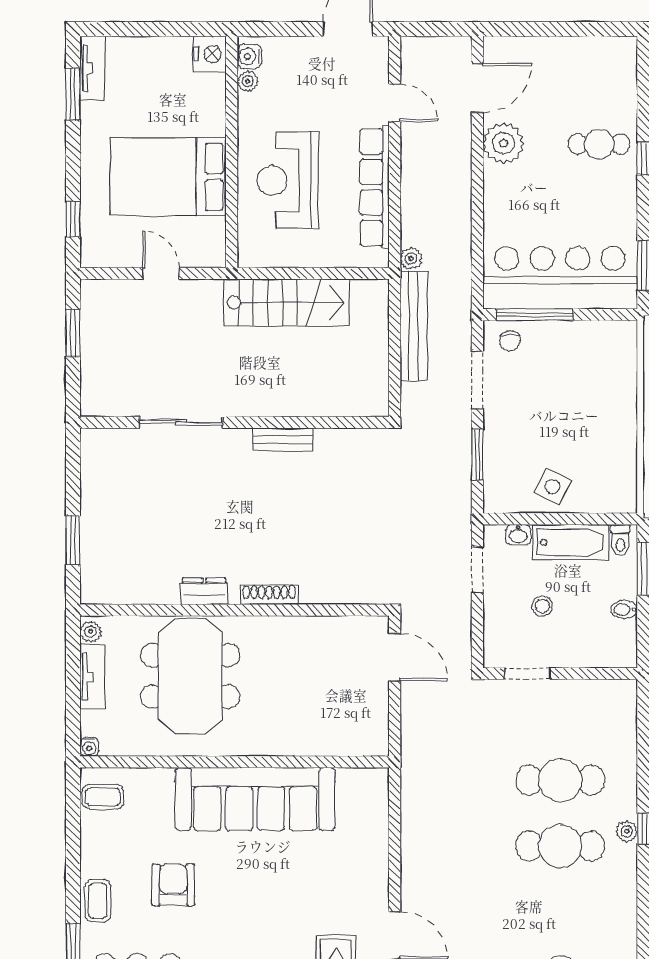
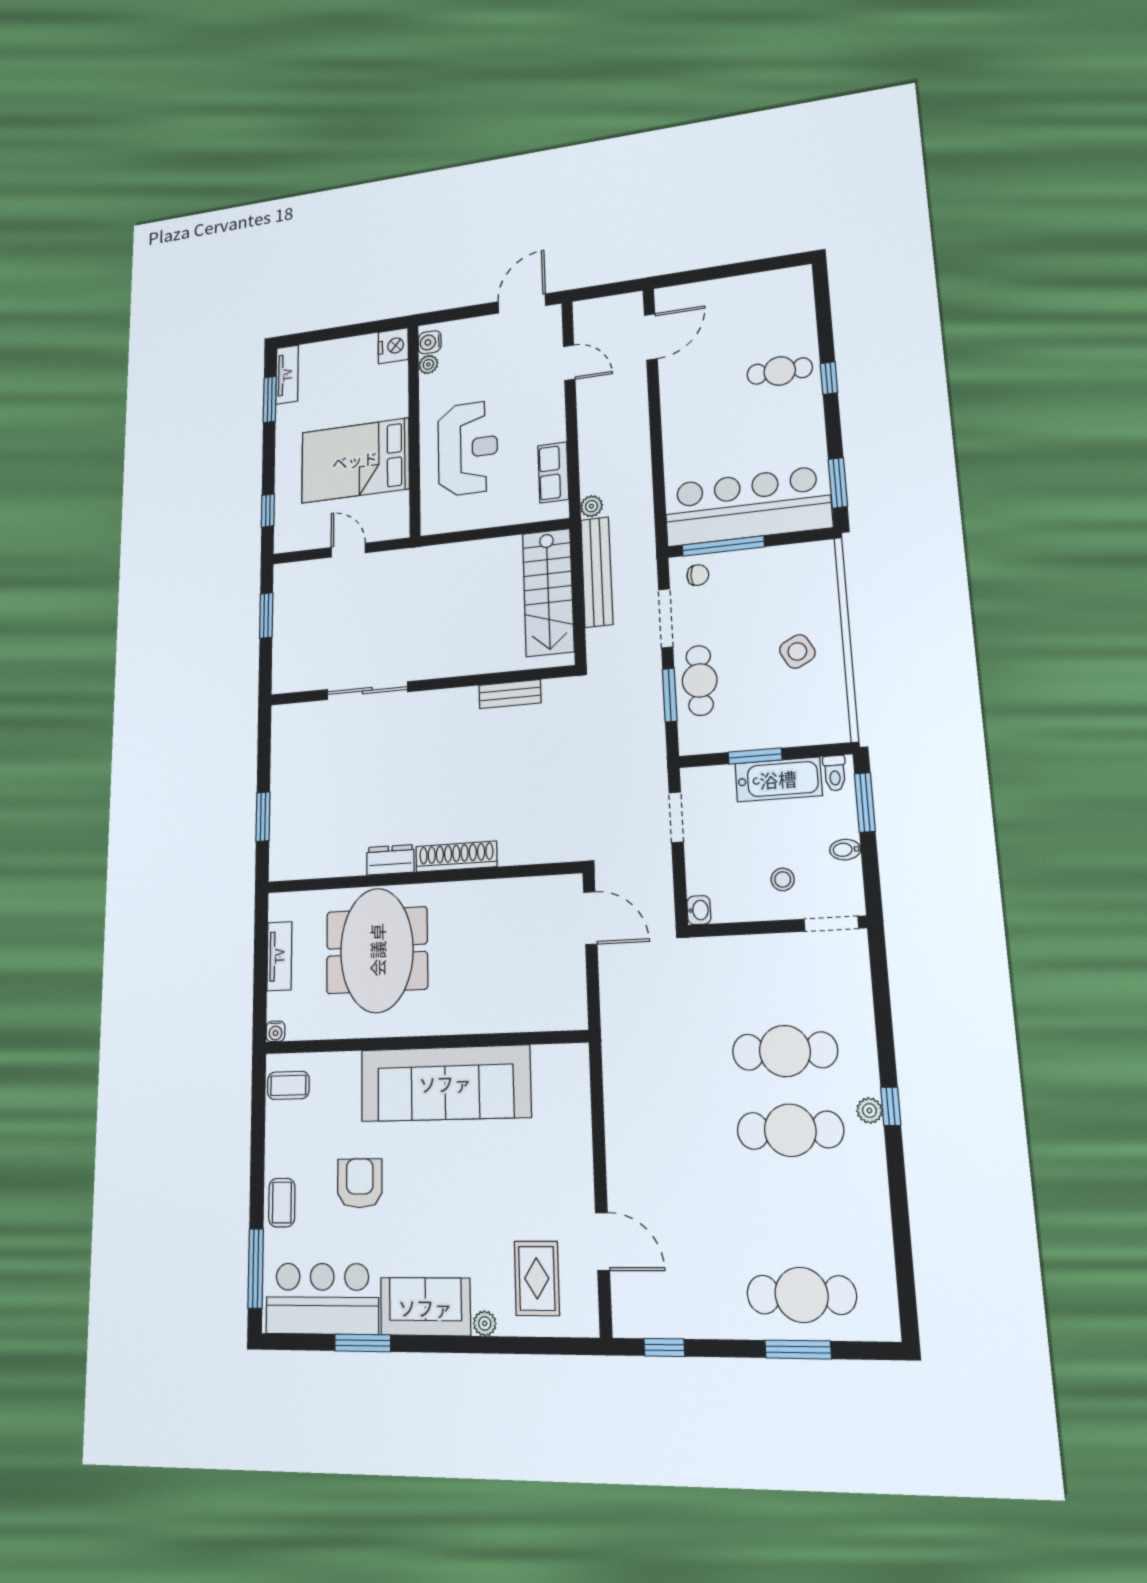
plant: (503, 143) -> (680, 384), removed
reception desk: (288, 180) -> (468, 448), turned 180
row of seats: (374, 187) -> (553, 472), width x0.50
stairs: (286, 302) -> (548, 592), moved, turned 90
chair: (510, 341) -> (698, 575), turned -90
bench: (283, 439) -> (510, 694), moved
cafe table: (506, 444) -> (700, 681), added
side table: (553, 486) -> (797, 651), moved, turned 35
window: (552, 519) -> (755, 756), added
washbasin: (518, 535) -> (699, 910), moved, turned -90
shoe rack: (269, 595) -> (456, 857), width x1.36, depth x1.24
stool: (542, 606) -> (783, 879), moved
plant: (91, 632) -> (278, 909), removed
doorway: (527, 674) -> (831, 924), moved

